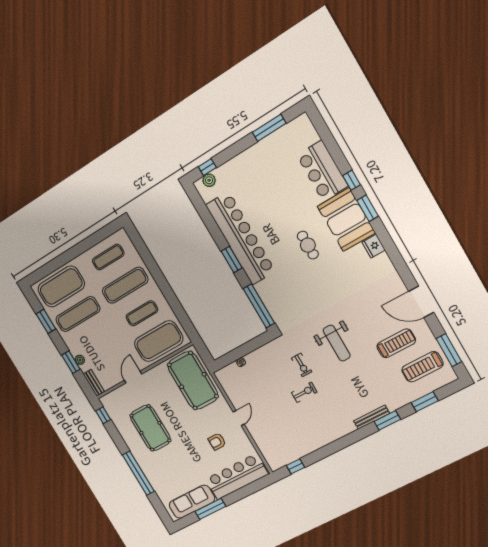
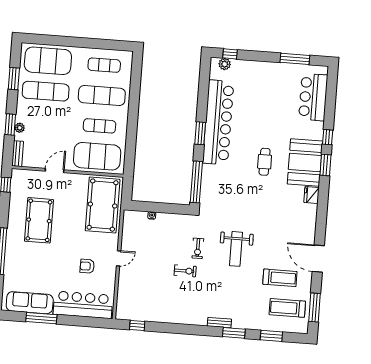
bar counter: (322, 171) -> (313, 97), moved
bench: (372, 417) -> (219, 323), width x0.73

